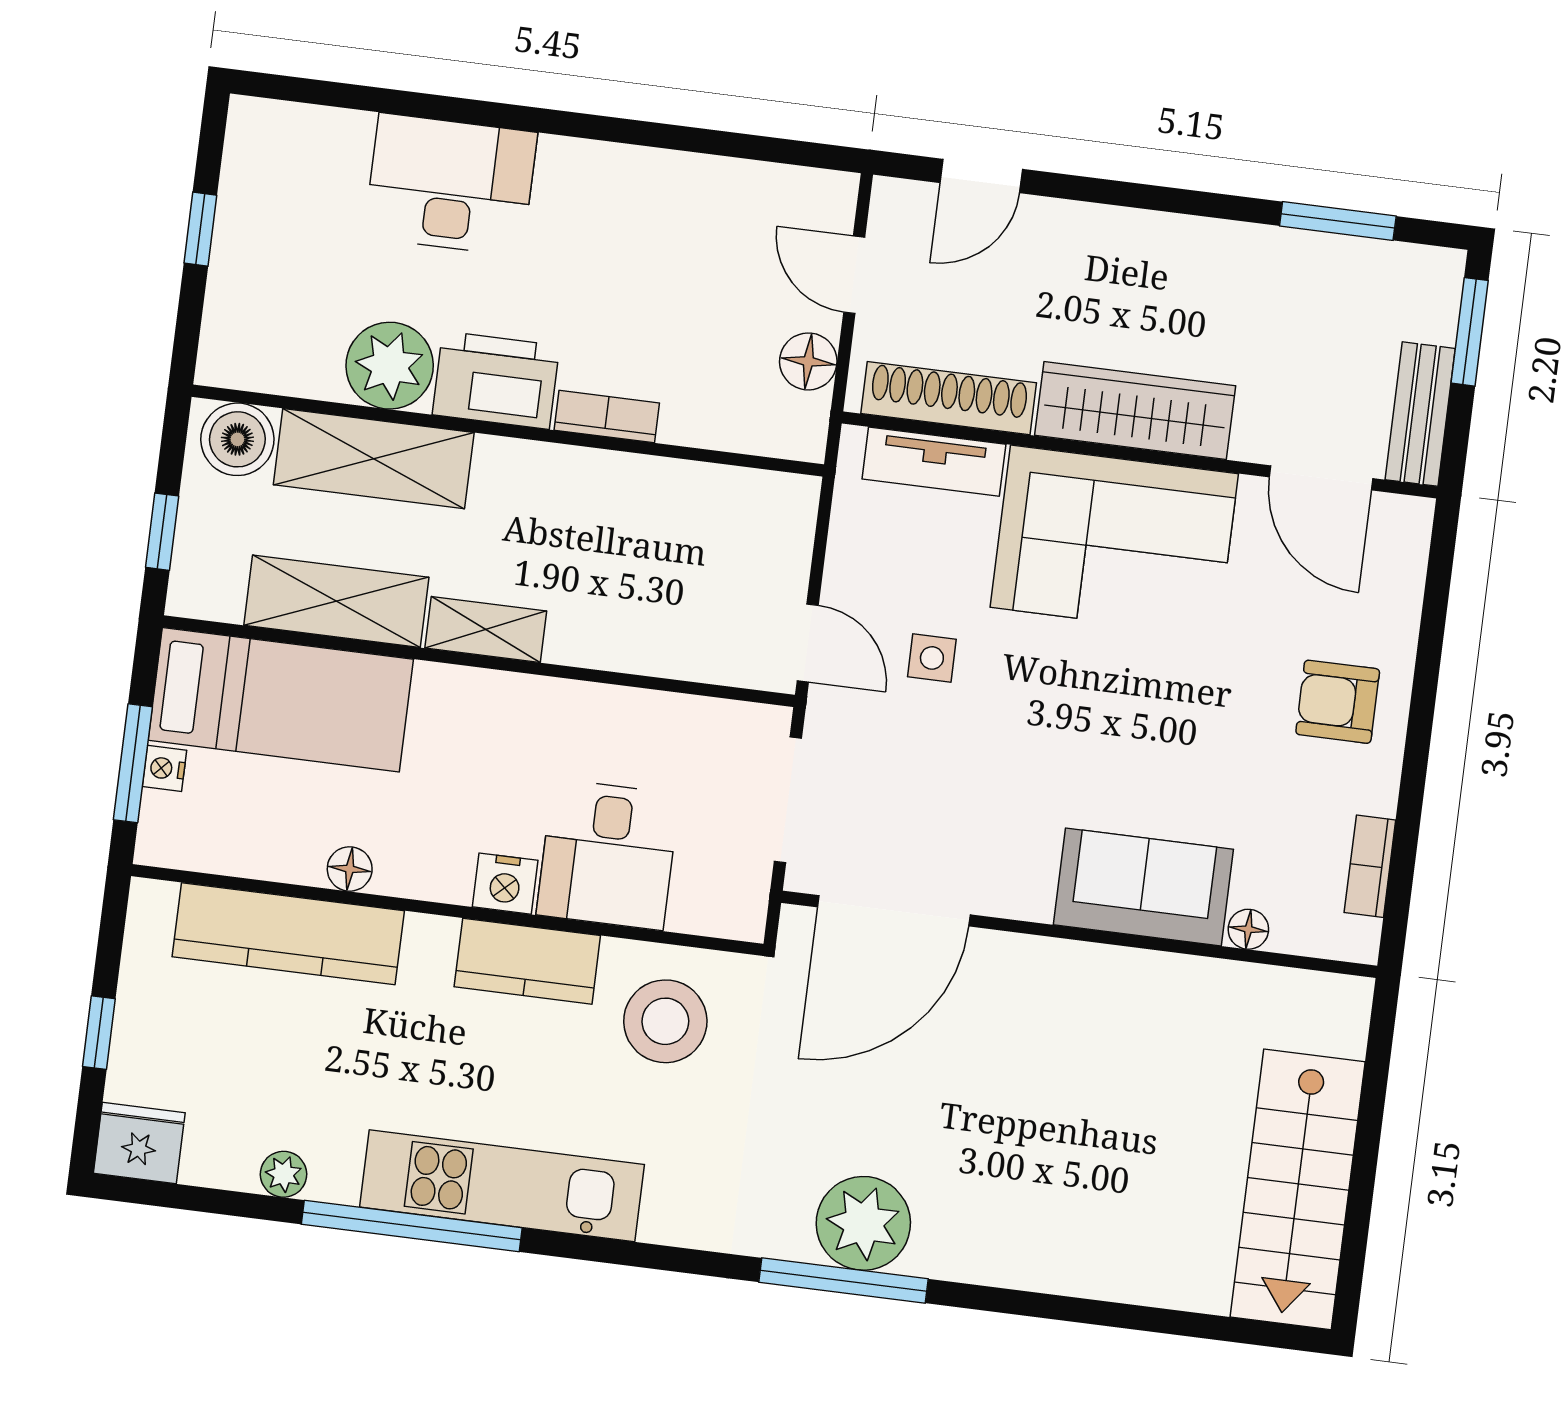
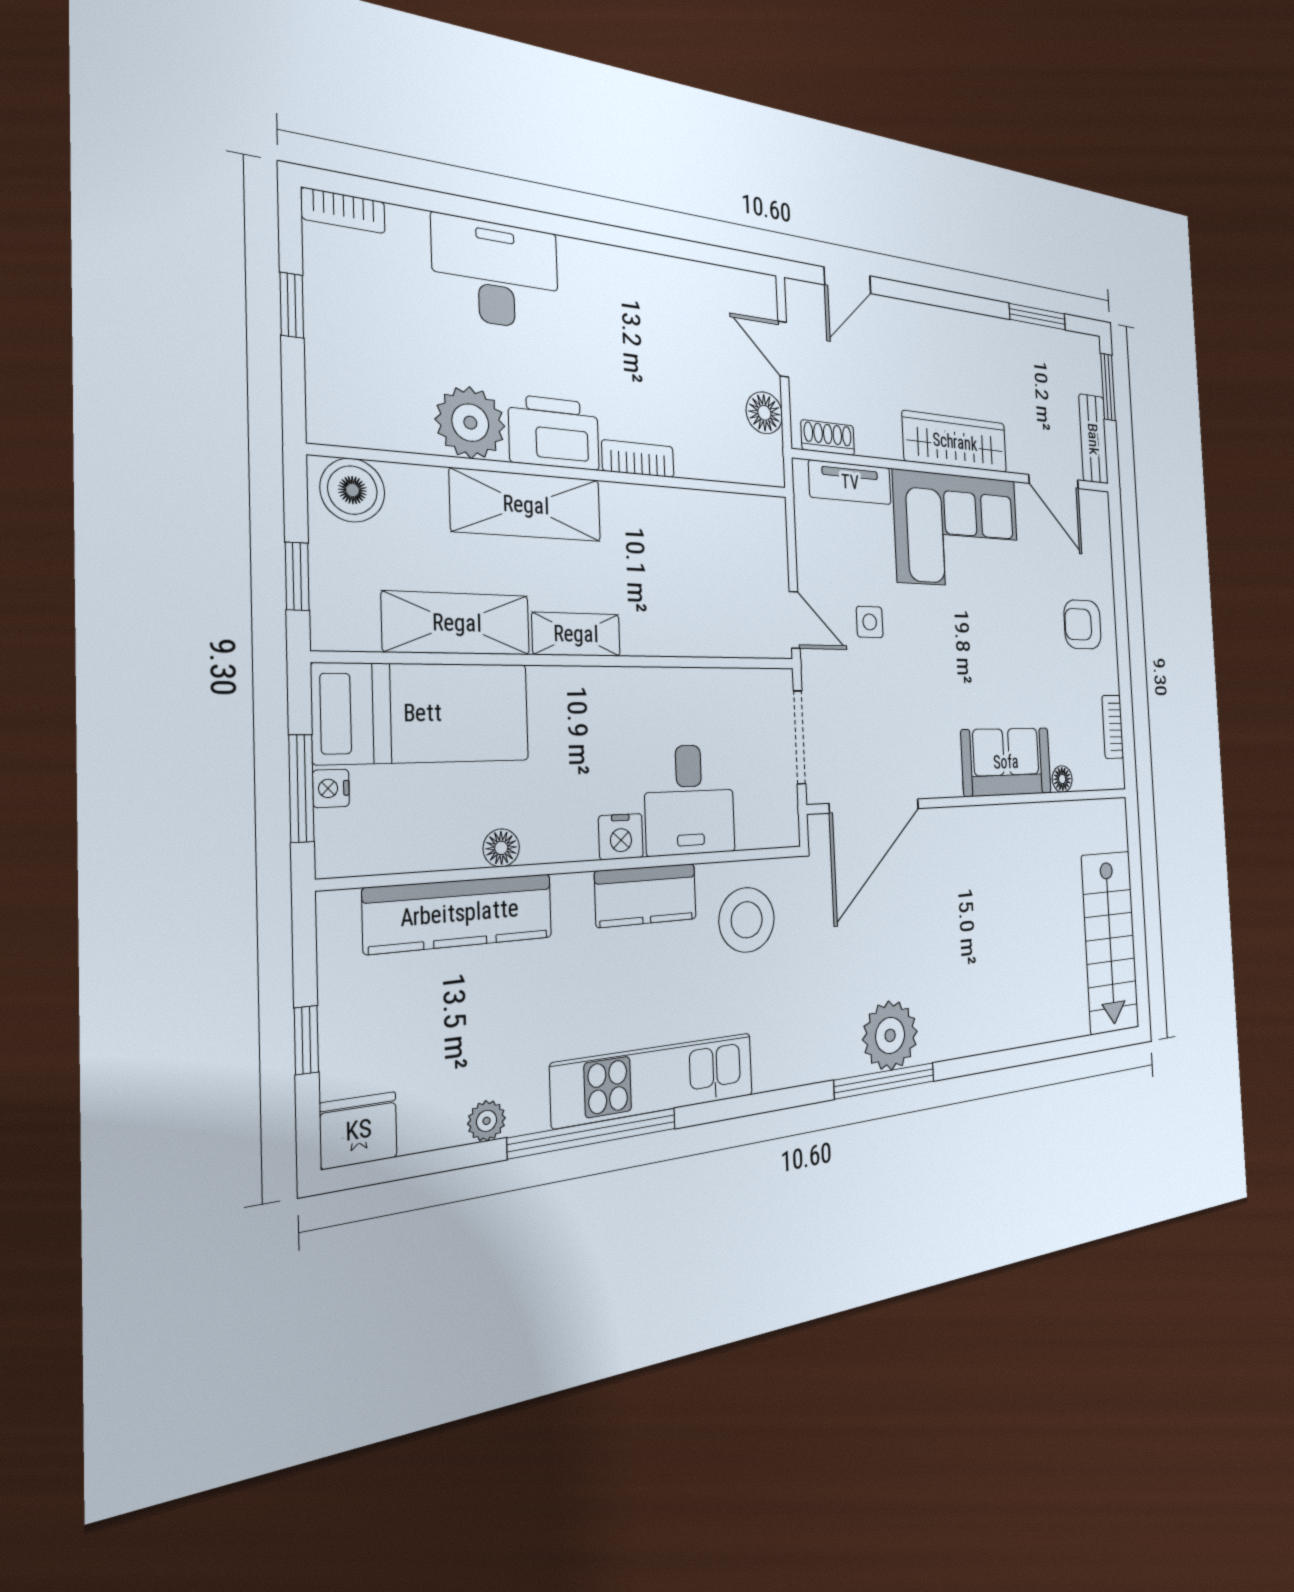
bookcase: (275, 118) -> (344, 211), added
shoe rack: (949, 398) -> (828, 438), width x0.51, depth x0.81
shelving: (374, 459) -> (526, 505), moved

